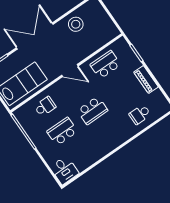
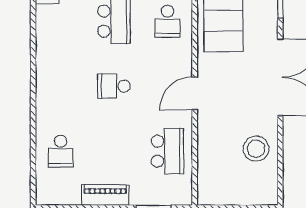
school desk: (92, 110) -> (114, 86), width x0.54
school desk: (140, 114) -> (61, 151), turned 180

